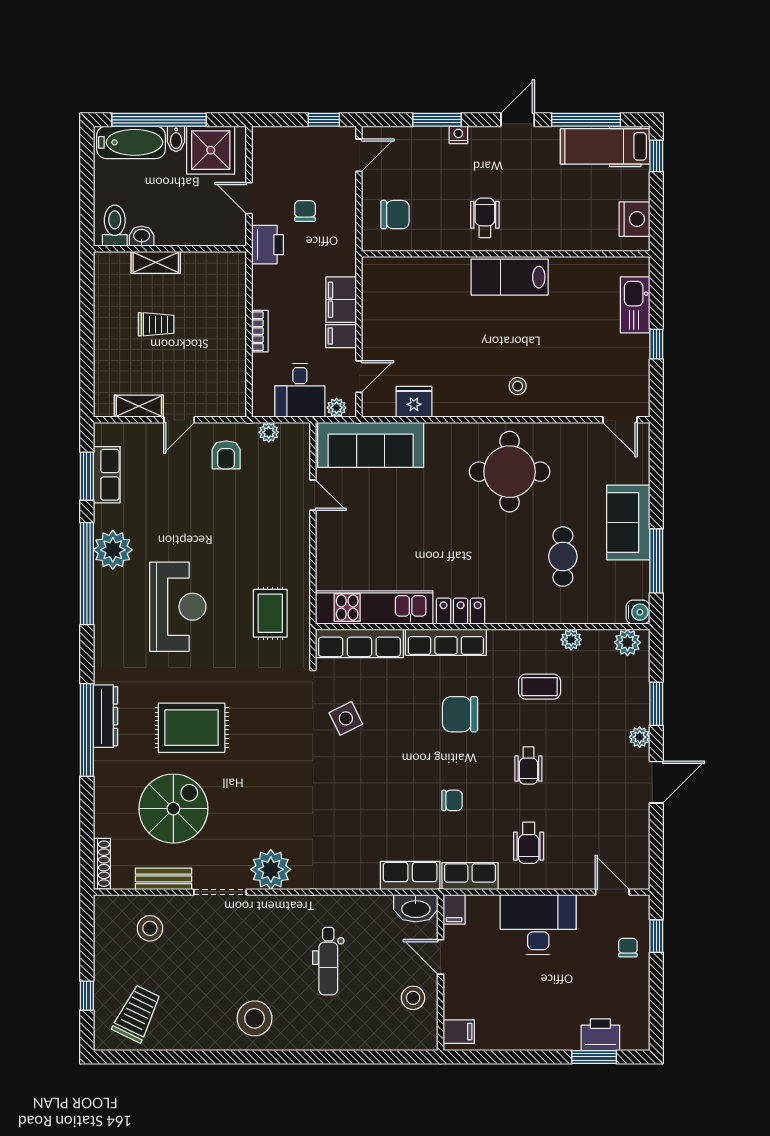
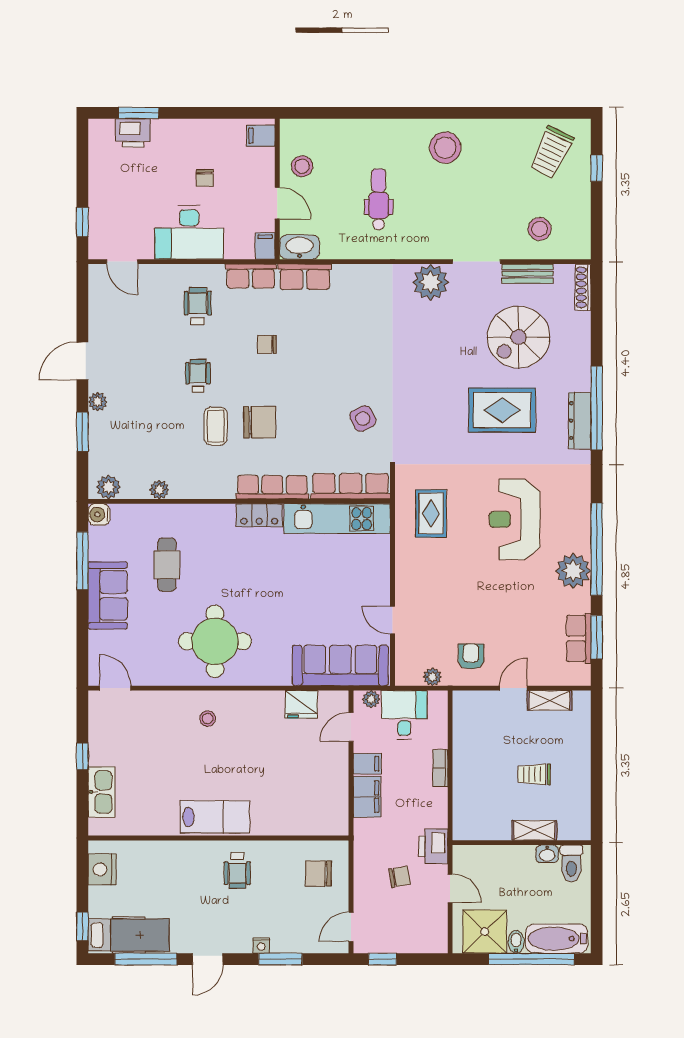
chair: (305, 211) -> (400, 877), turned -100
coffee table: (540, 687) -> (216, 426), moved, turned 90
chair: (628, 948) -> (205, 178), moved

